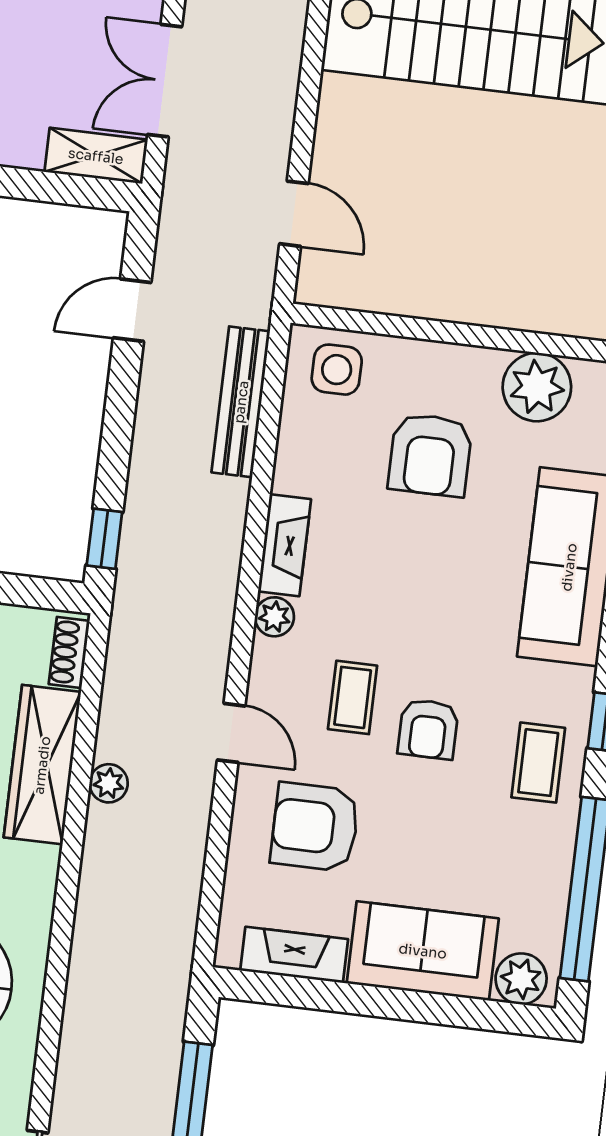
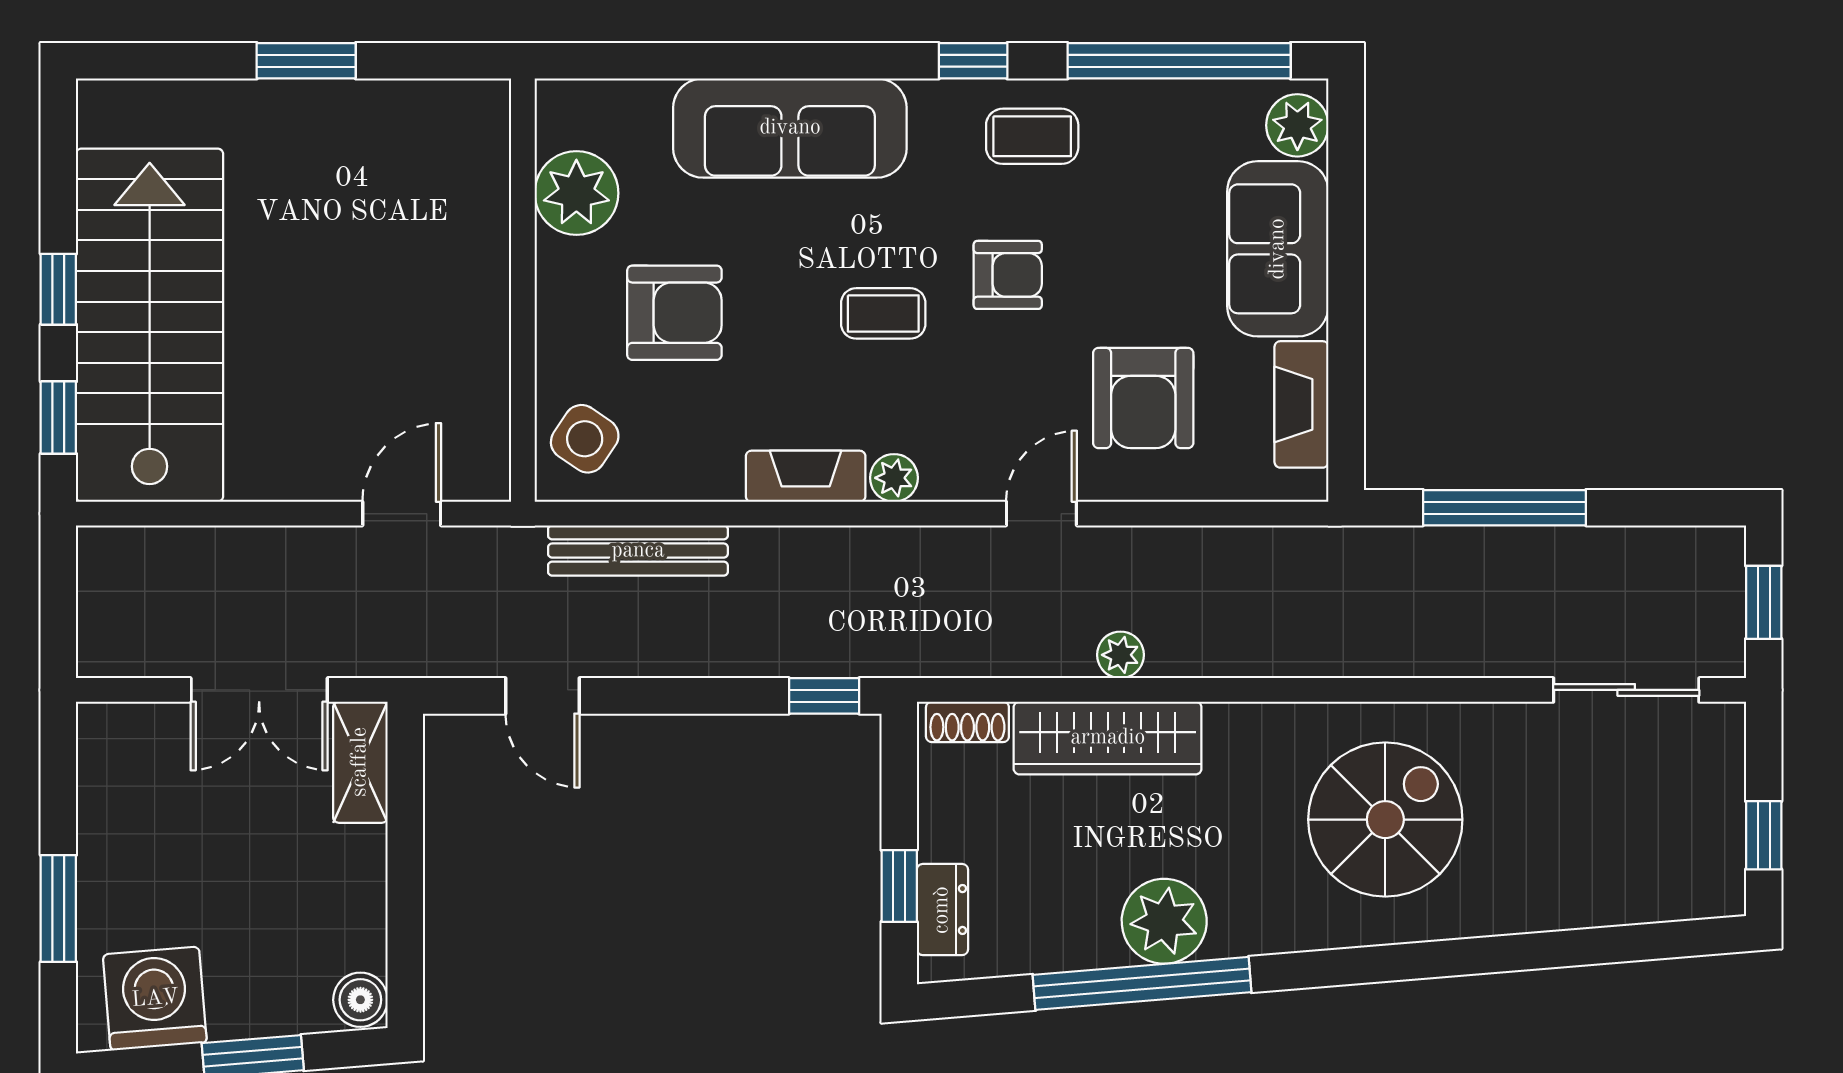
side table: (337, 370) -> (585, 439), turned 34
coffee table: (353, 697) -> (883, 313), moved

